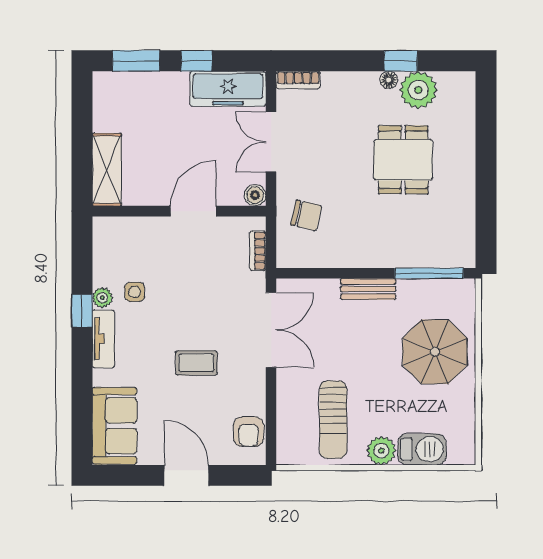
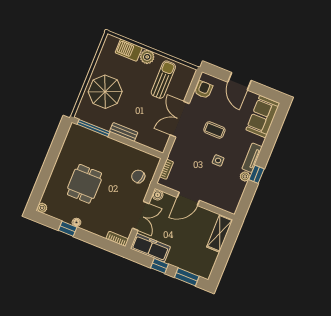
plant: (418, 90) -> (42, 208), moved, width x0.53, depth x0.53
side table: (135, 292) -> (218, 160), moved
double door: (271, 330) -> (180, 119), moved

